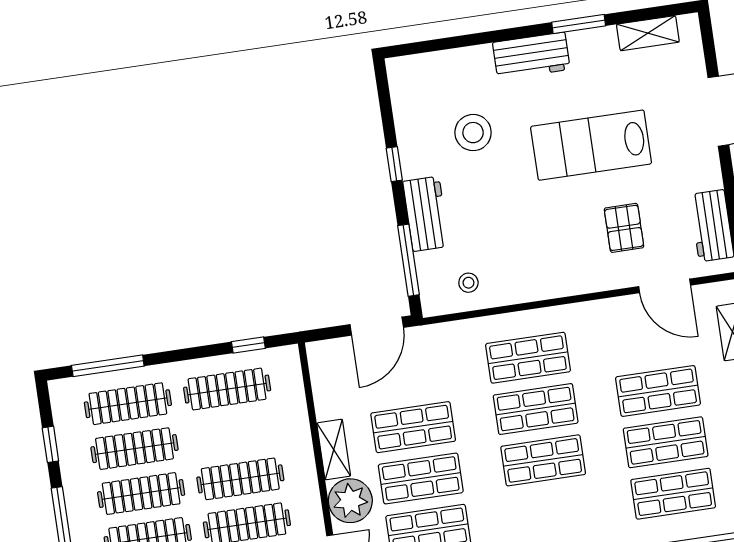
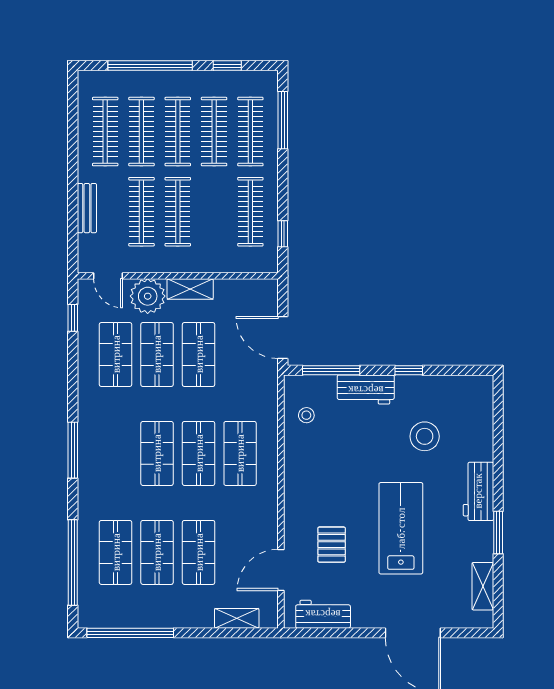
pallet: (624, 228) -> (332, 545), turned 90

